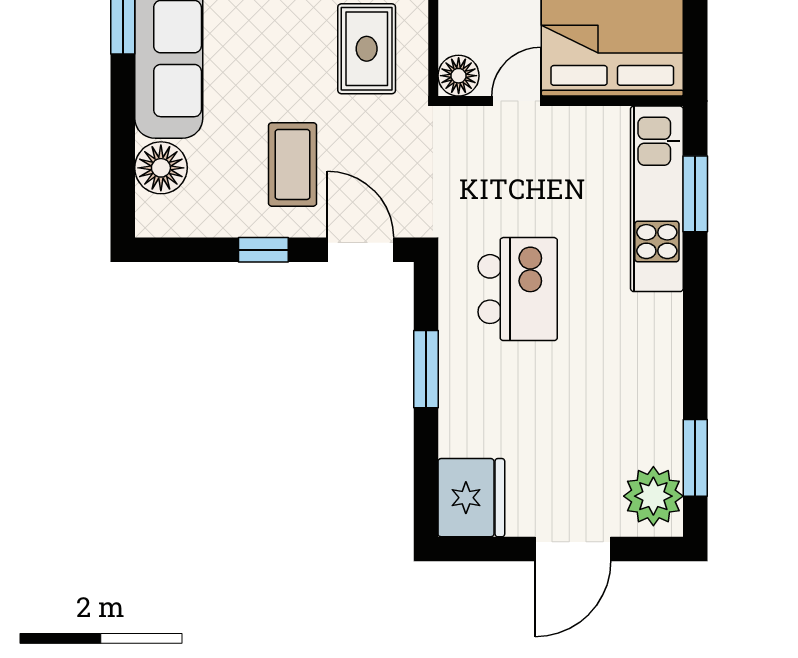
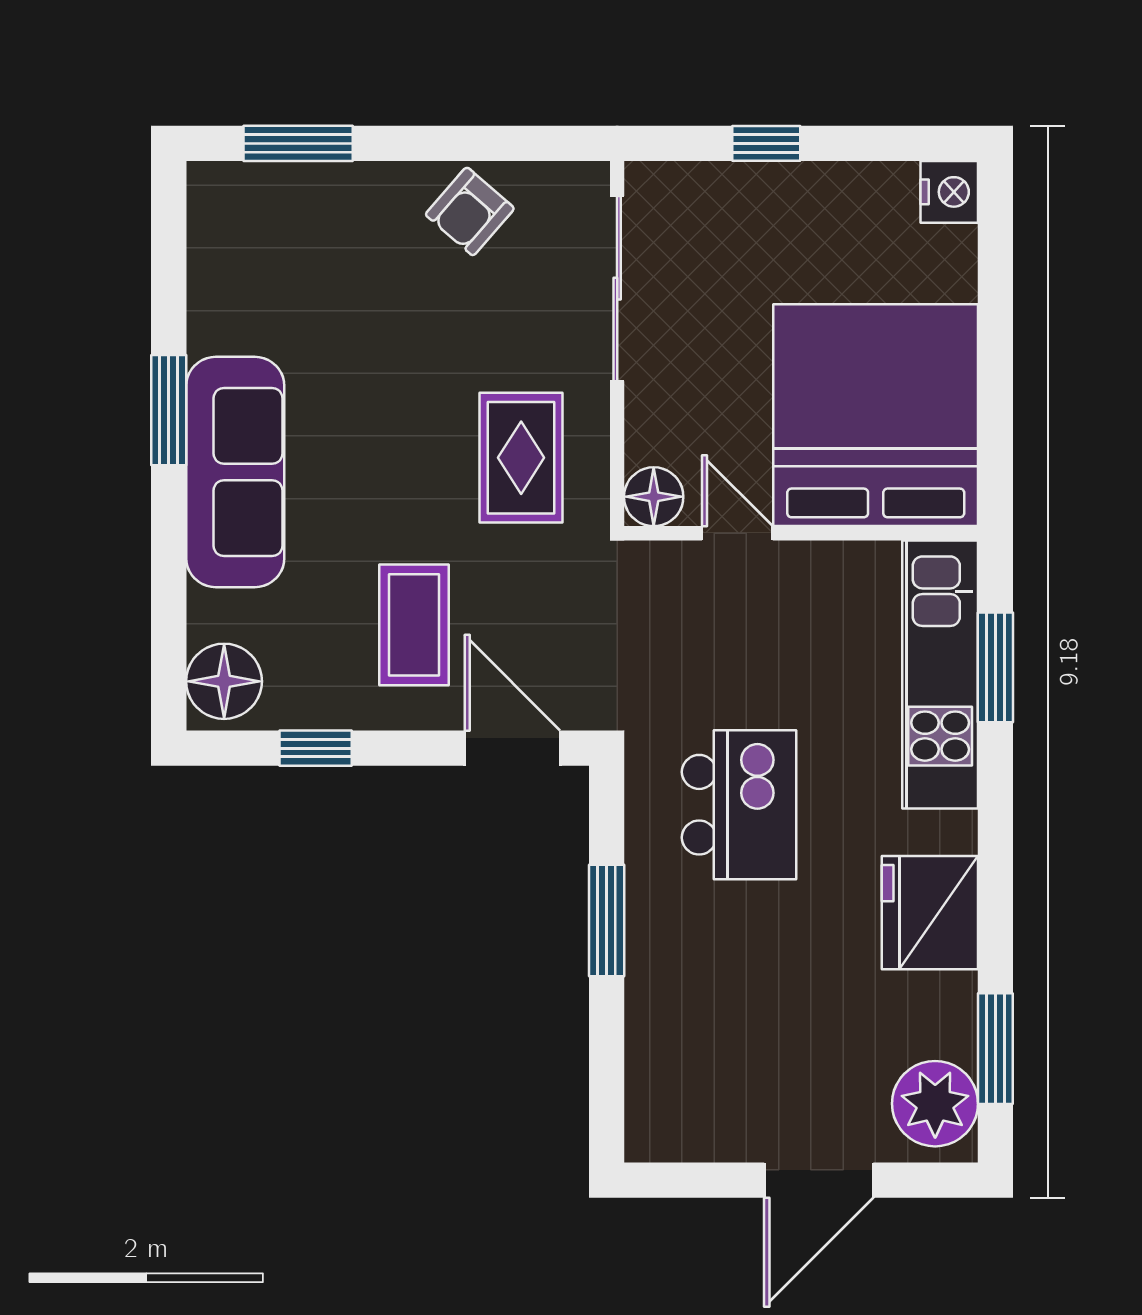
door: (516, 101) -> (737, 533), hinge flipped
floor lamp: (161, 168) -> (224, 681), moved
window: (263, 250) -> (316, 748), moved
fridge: (471, 498) -> (930, 913), moved, turned 180

